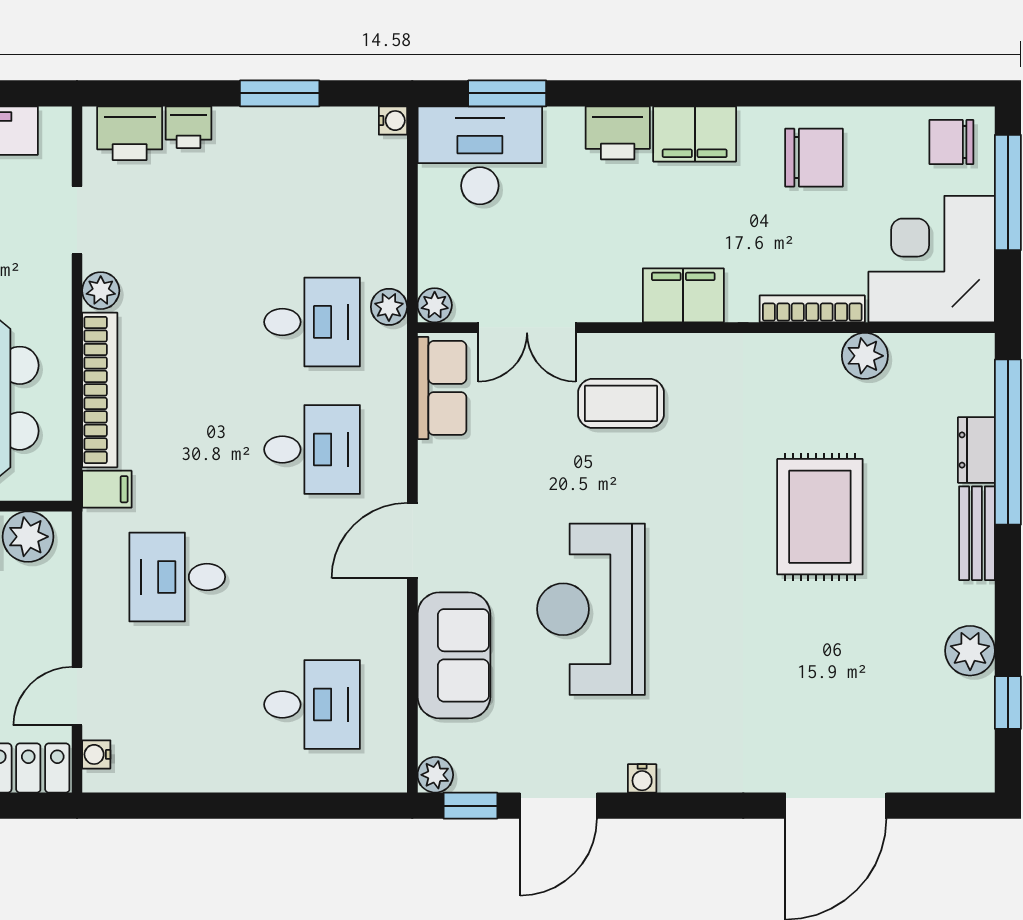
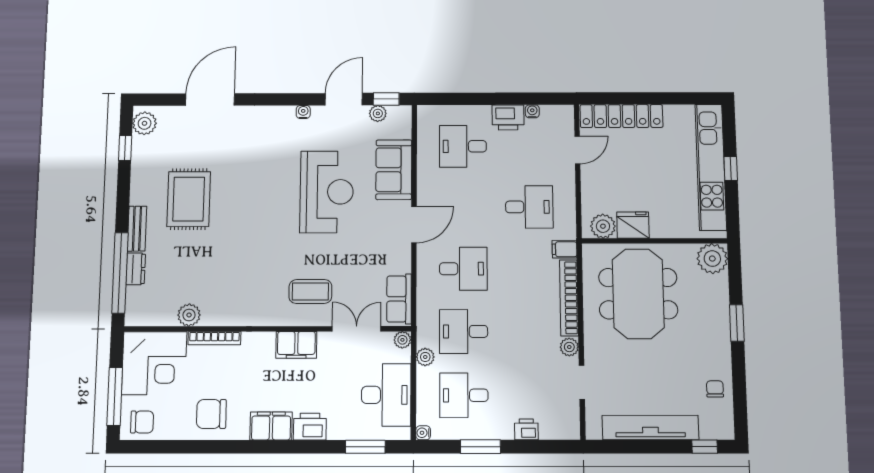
printer: (130, 133) -> (508, 117), moved, turned 180
desk: (480, 155) -> (386, 395), moved, turned -90
desk: (312, 194) -> (464, 395), added
filing cabinet: (683, 295) -> (296, 345), moved
plant: (389, 307) -> (425, 357), moved
desk: (312, 449) -> (463, 269), turned 180
rug: (820, 517) -> (189, 199), moved
plant: (970, 651) -> (145, 123), moved
water cooler: (96, 754) -> (532, 111), moved, turned -90
plant: (435, 775) -> (378, 113), moved

